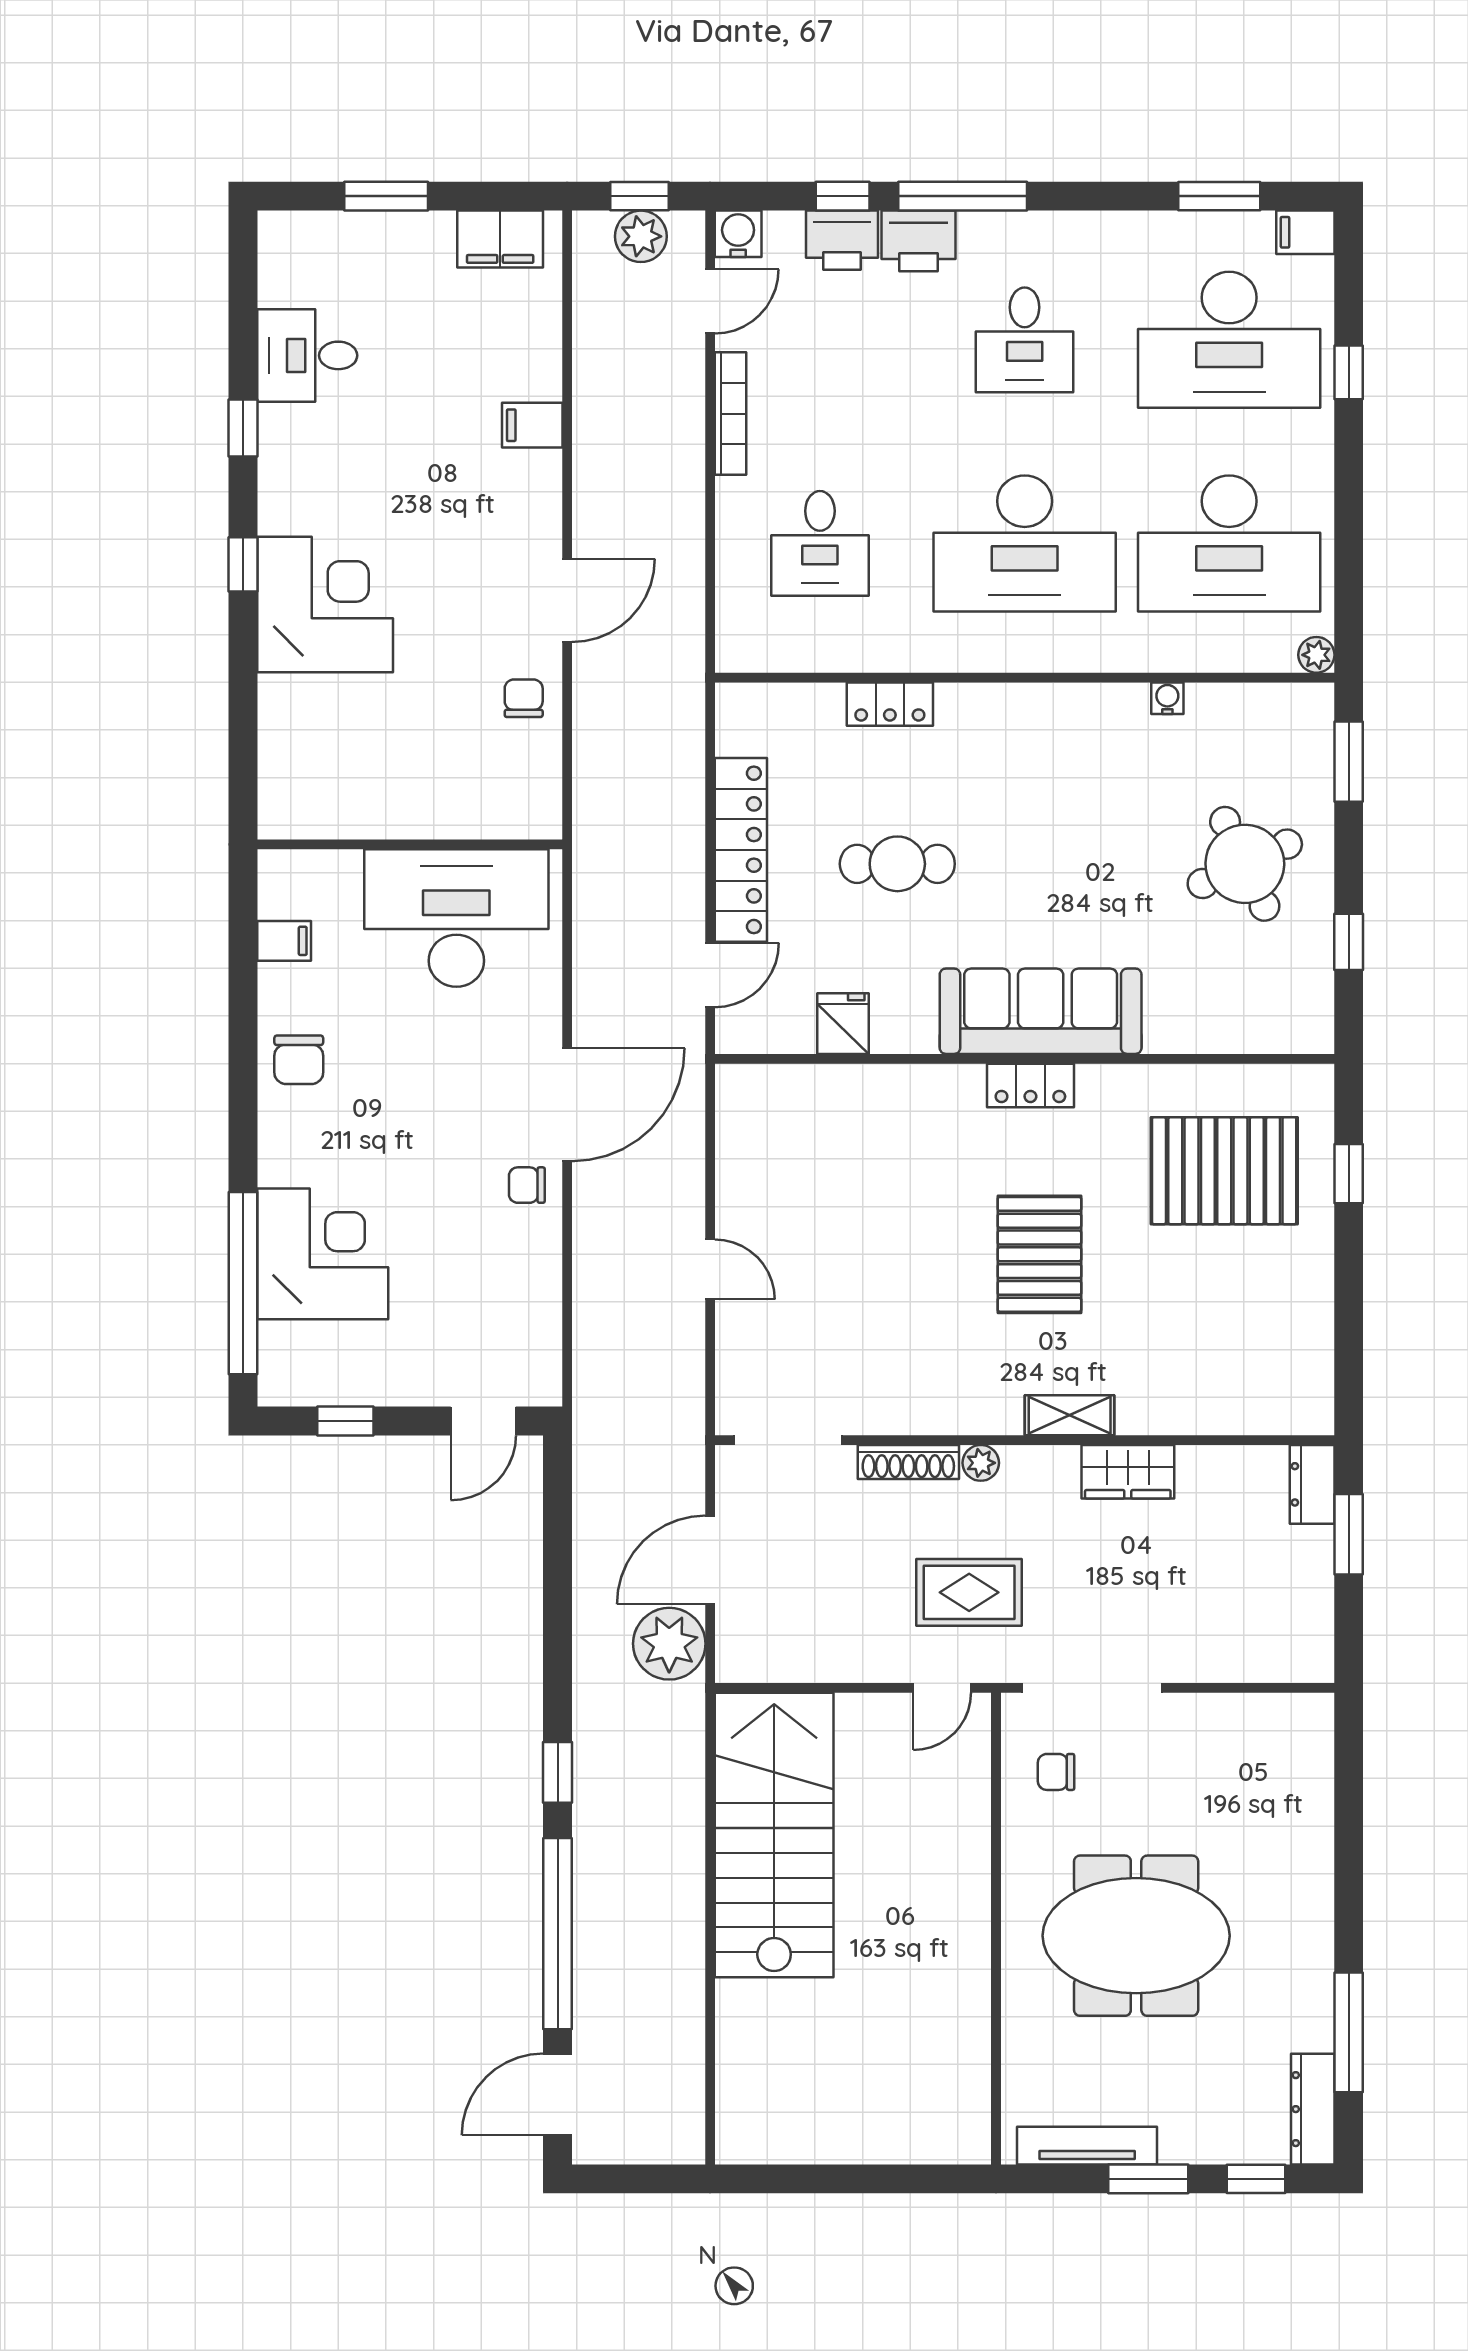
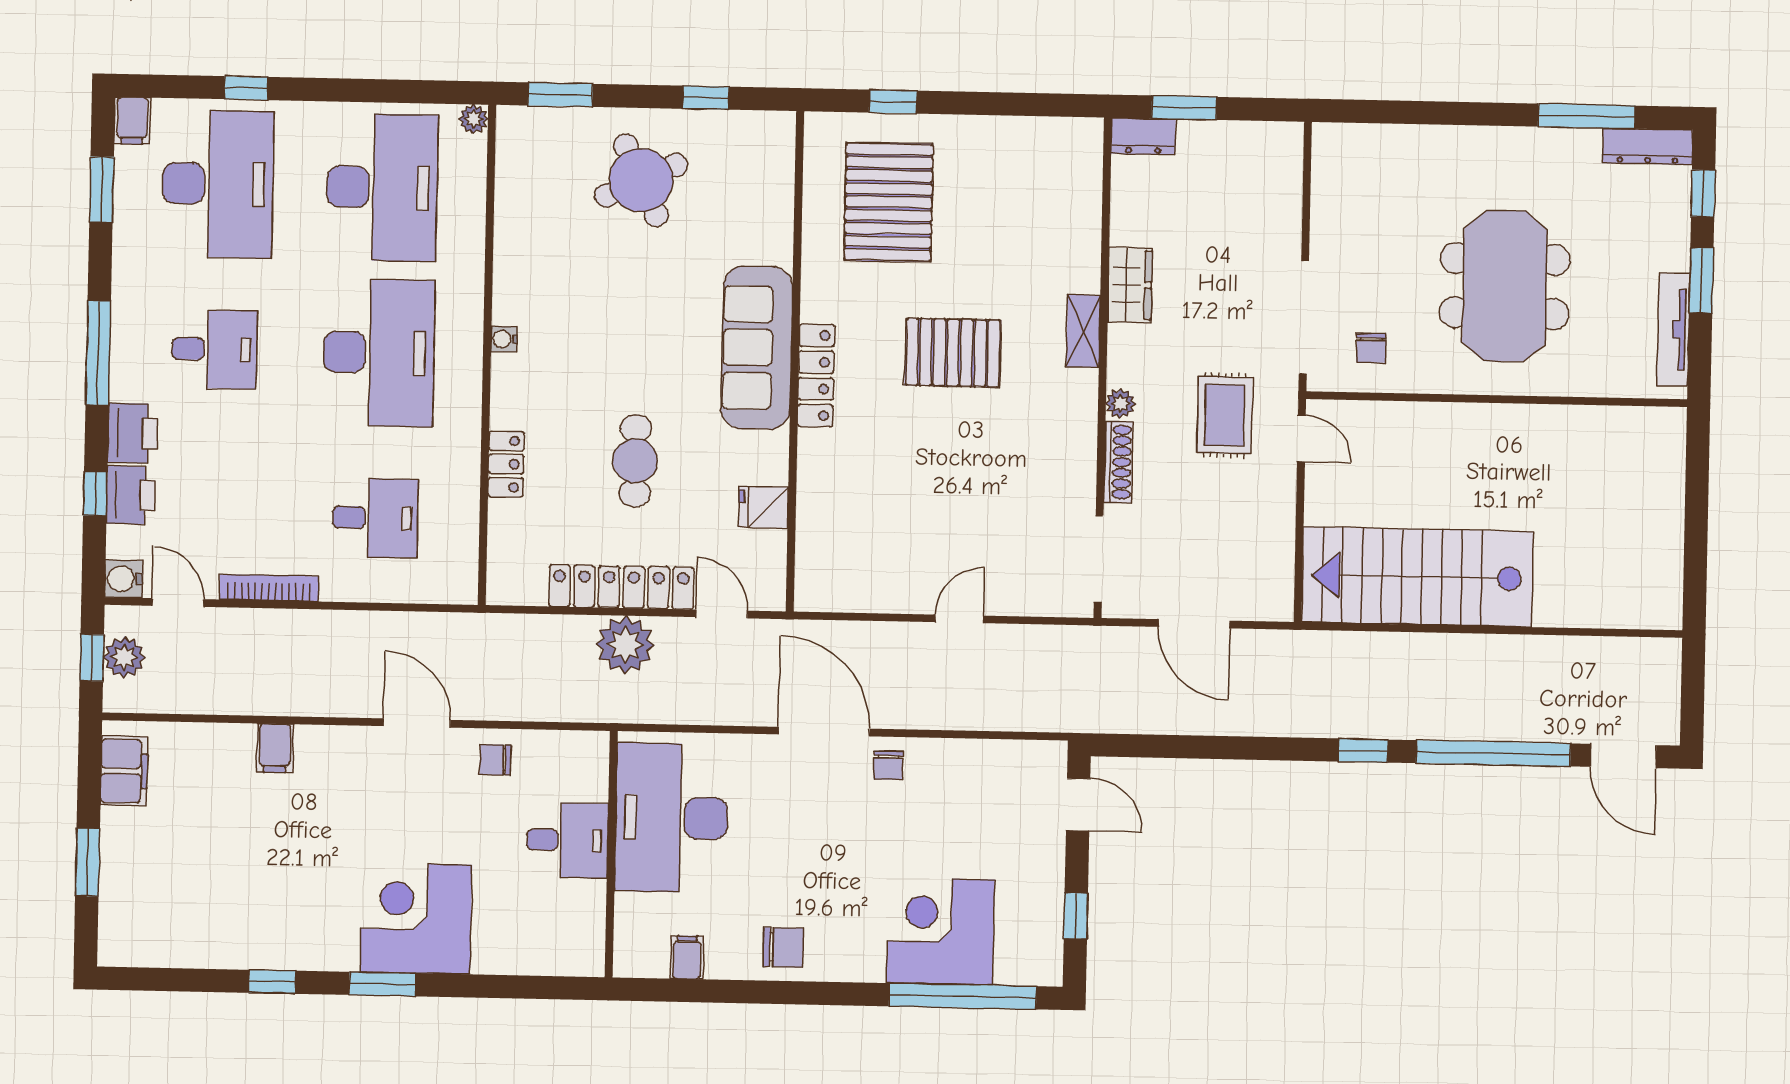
window: (963, 196) -> (98, 353), moved
desk: (307, 355) -> (567, 840), moved, turned -90
window: (243, 564) -> (382, 984), width x1.50
water cooler: (1167, 698) -> (504, 339), moved
locker: (1030, 1085) -> (816, 376), width x1.53
plant: (669, 1644) -> (625, 645), moved

